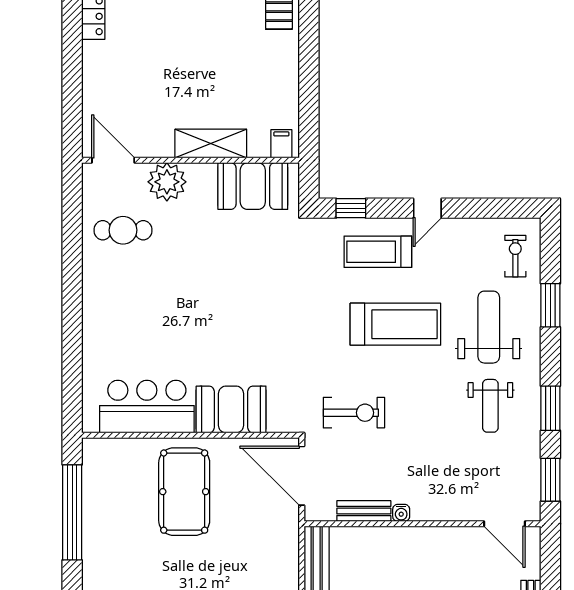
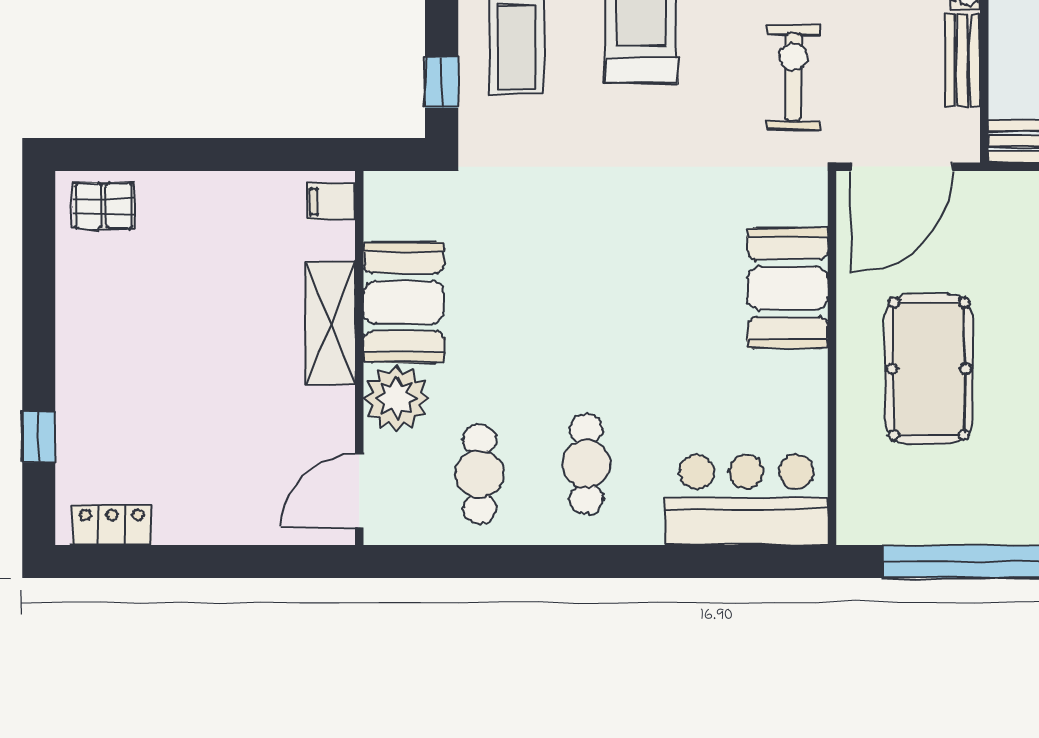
booth: (253, 186) -> (404, 302), moved
cafe table: (129, 292) -> (586, 464), added
bar counter: (147, 407) -> (747, 500), moved, turned 90
pool table: (184, 492) -> (929, 369), turned 90

